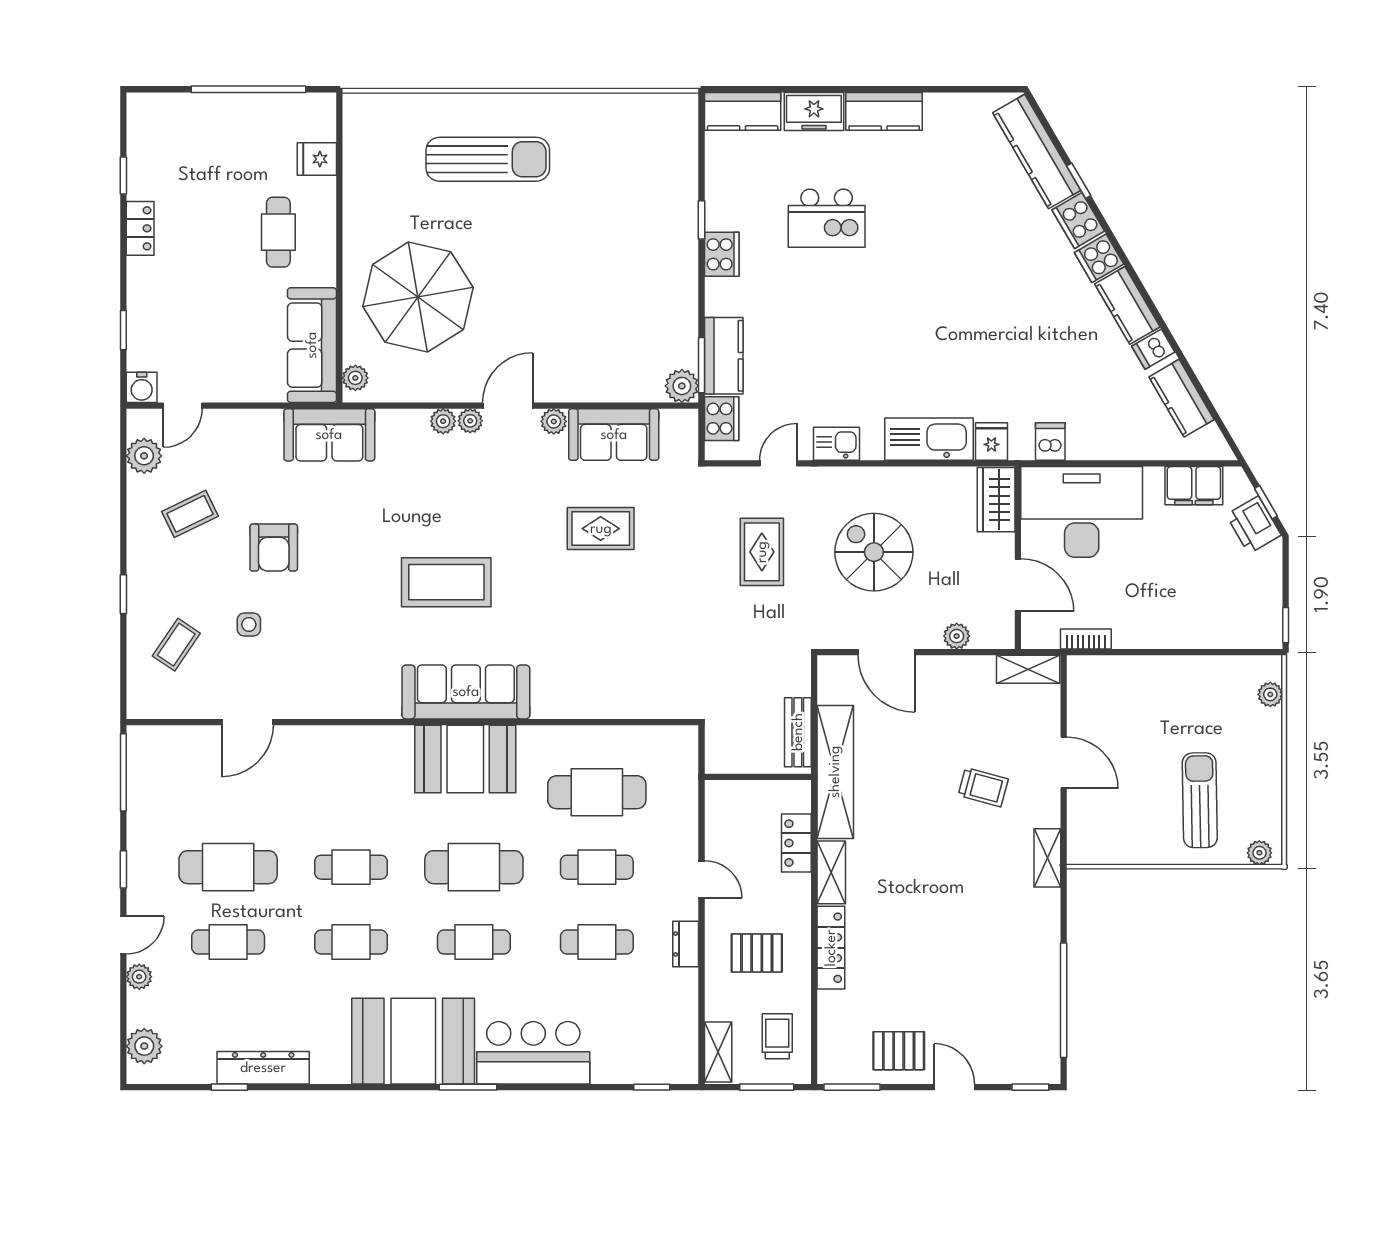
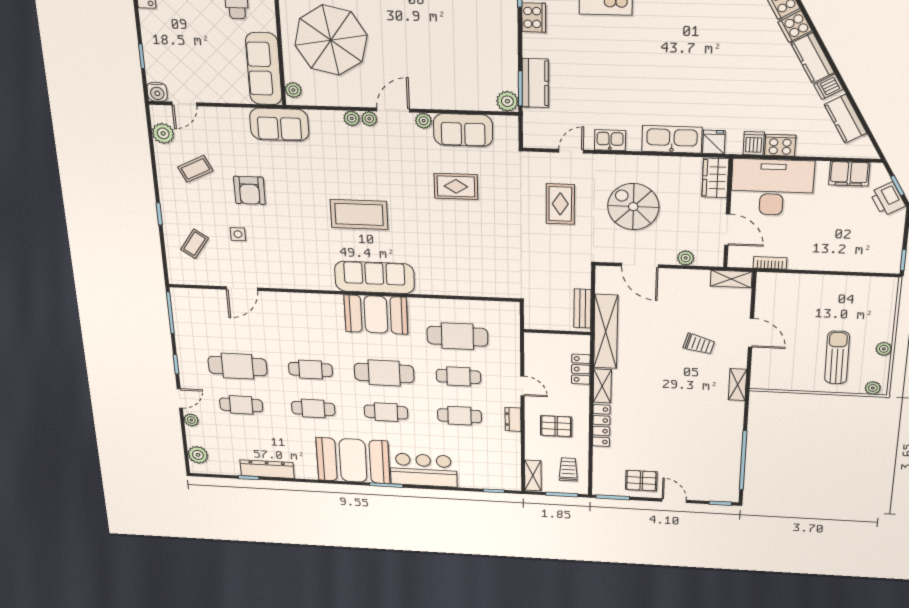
cooker: (722, 419) -> (780, 145), moved, turned -90
plant: (1270, 694) -> (884, 349), moved

